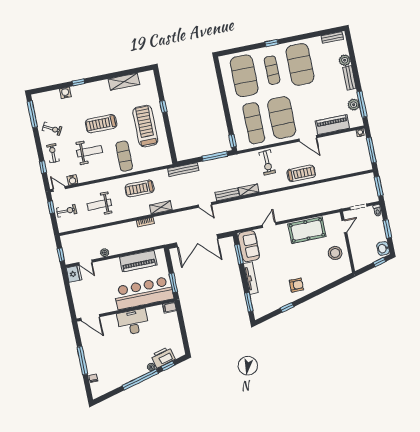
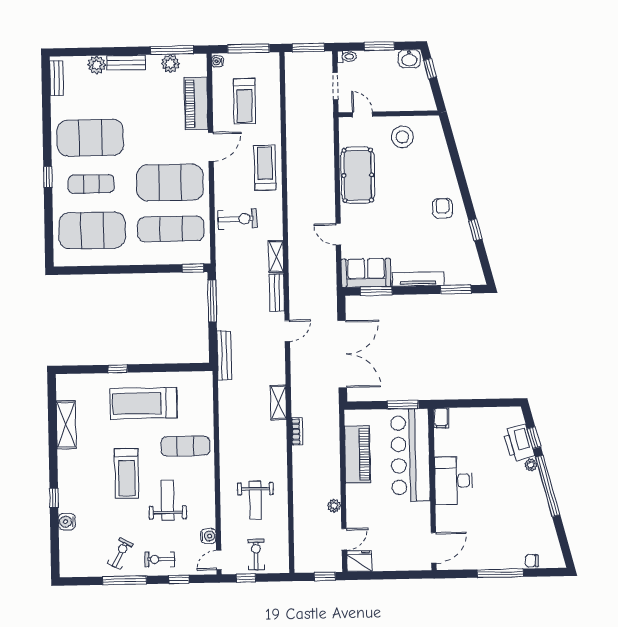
window: (32, 114) -> (125, 580), moved
treadmill: (140, 188) -> (245, 101), moved

